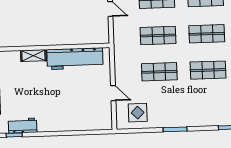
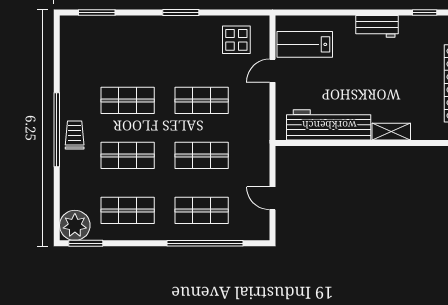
door: (113, 93) -> (272, 71), hinge flipped
lab bench: (92, 111) -> (305, 44), added
workbench: (23, 126) -> (377, 26), moved

